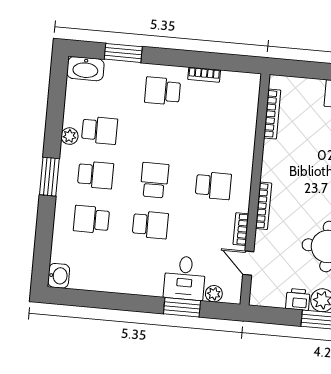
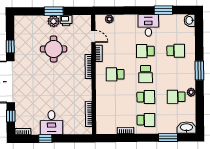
school desk: (96, 175) -> (146, 97), moved, turned 180
desk: (185, 278) -> (148, 25), moved
window: (182, 307) -> (163, 10), moved

